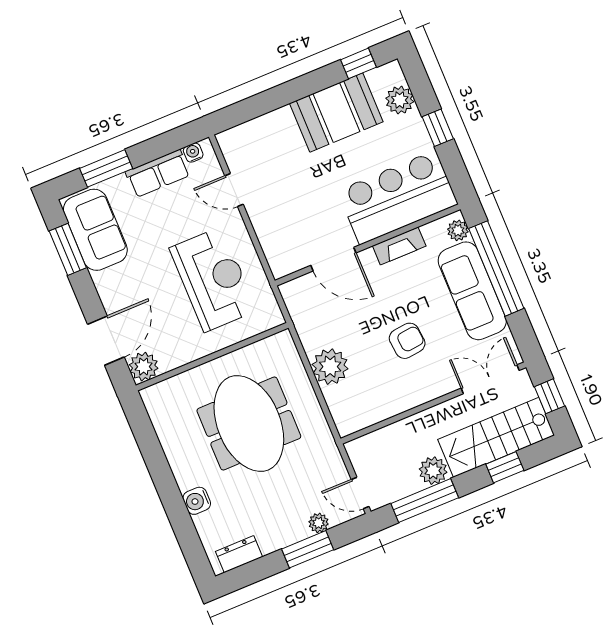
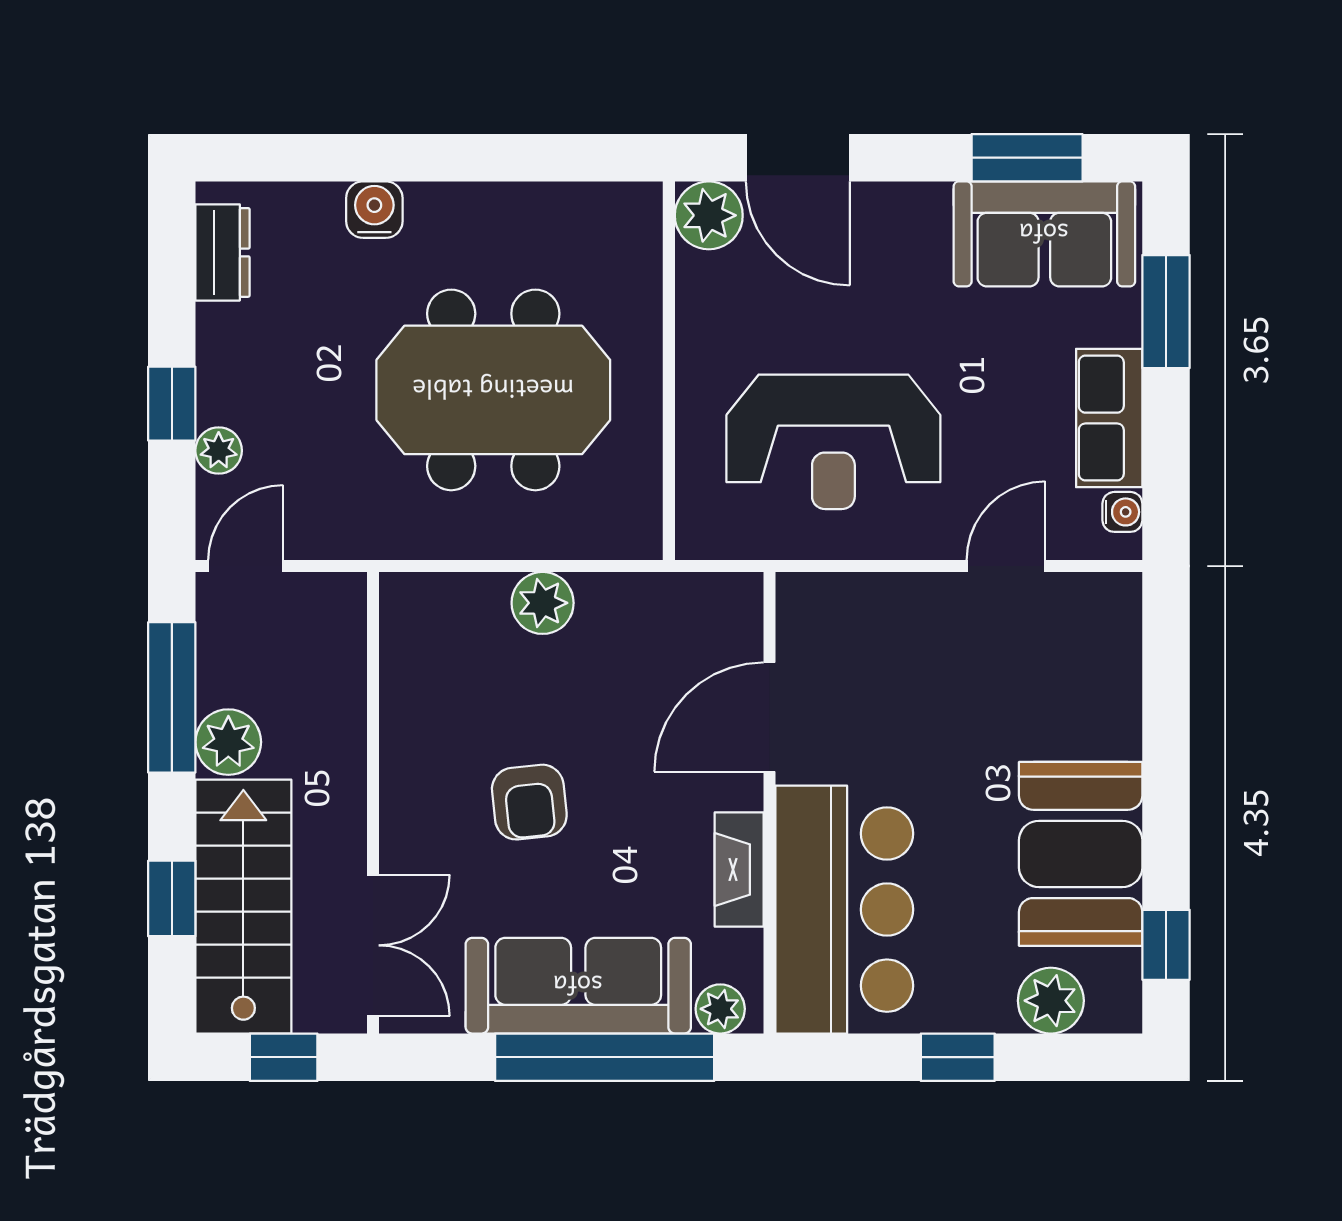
plant: (330, 367) -> (543, 603), width x0.73, depth x0.73
window: (308, 549) -> (172, 404), width x0.67

